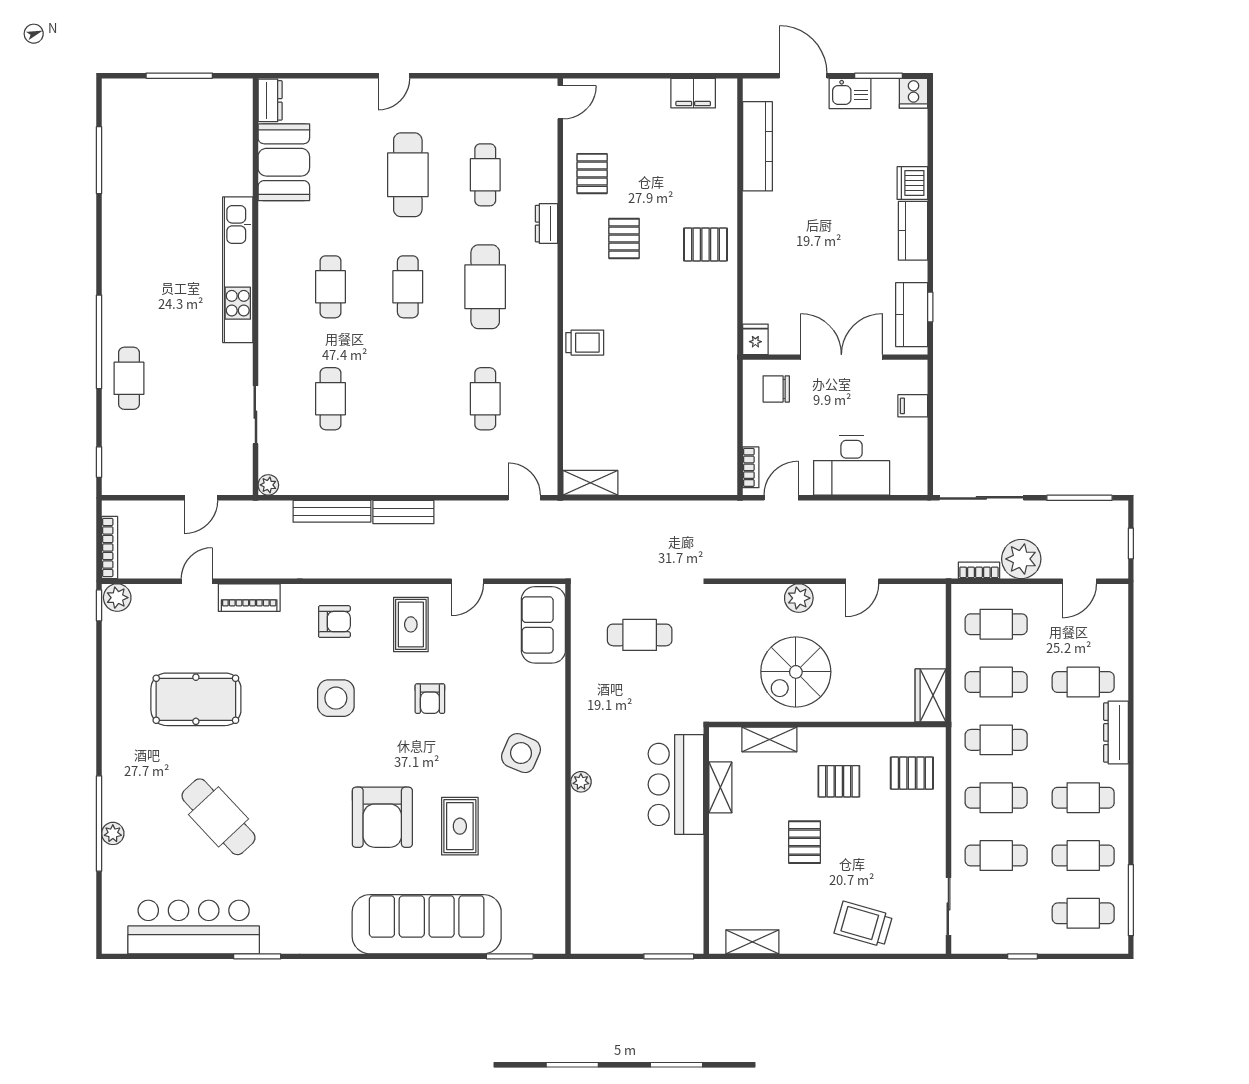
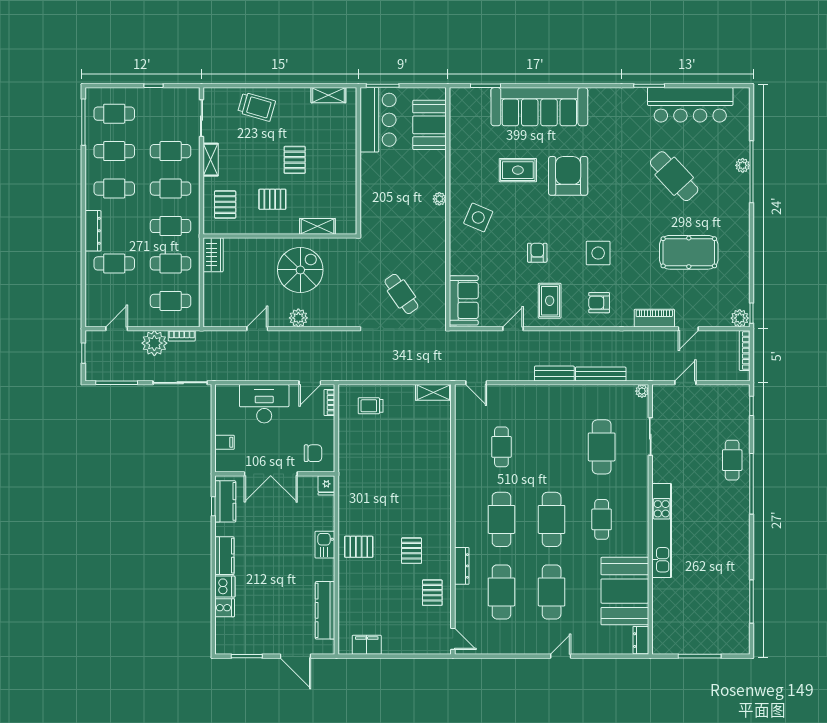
kitchen sink: (850, 93) -> (325, 545), moved, turned -90
cooker: (914, 93) -> (225, 608), moved, turned 90
door: (560, 102) -> (453, 639), swing flipped
booth: (284, 162) -> (625, 591), width x1.36, depth x1.42
cafe table: (485, 175) -> (501, 592), width x1.37, depth x1.35
dresser: (546, 224) -> (462, 566), width x1.44
cafe table: (408, 287) -> (552, 519), width x1.37, depth x1.35
trolley: (585, 343) -> (371, 406), moved
cafe table: (331, 399) -> (602, 447), width x1.37, depth x1.35
cafe table: (640, 635) -> (401, 294), turned 55
pallet: (912, 773) -> (225, 205), turned 90
bar counter: (676, 784) -> (378, 120), moved
shelving: (720, 787) -> (211, 160), moved
rug: (460, 826) -> (518, 170), turned 90
booth: (596, 896) -> (430, 125), added

